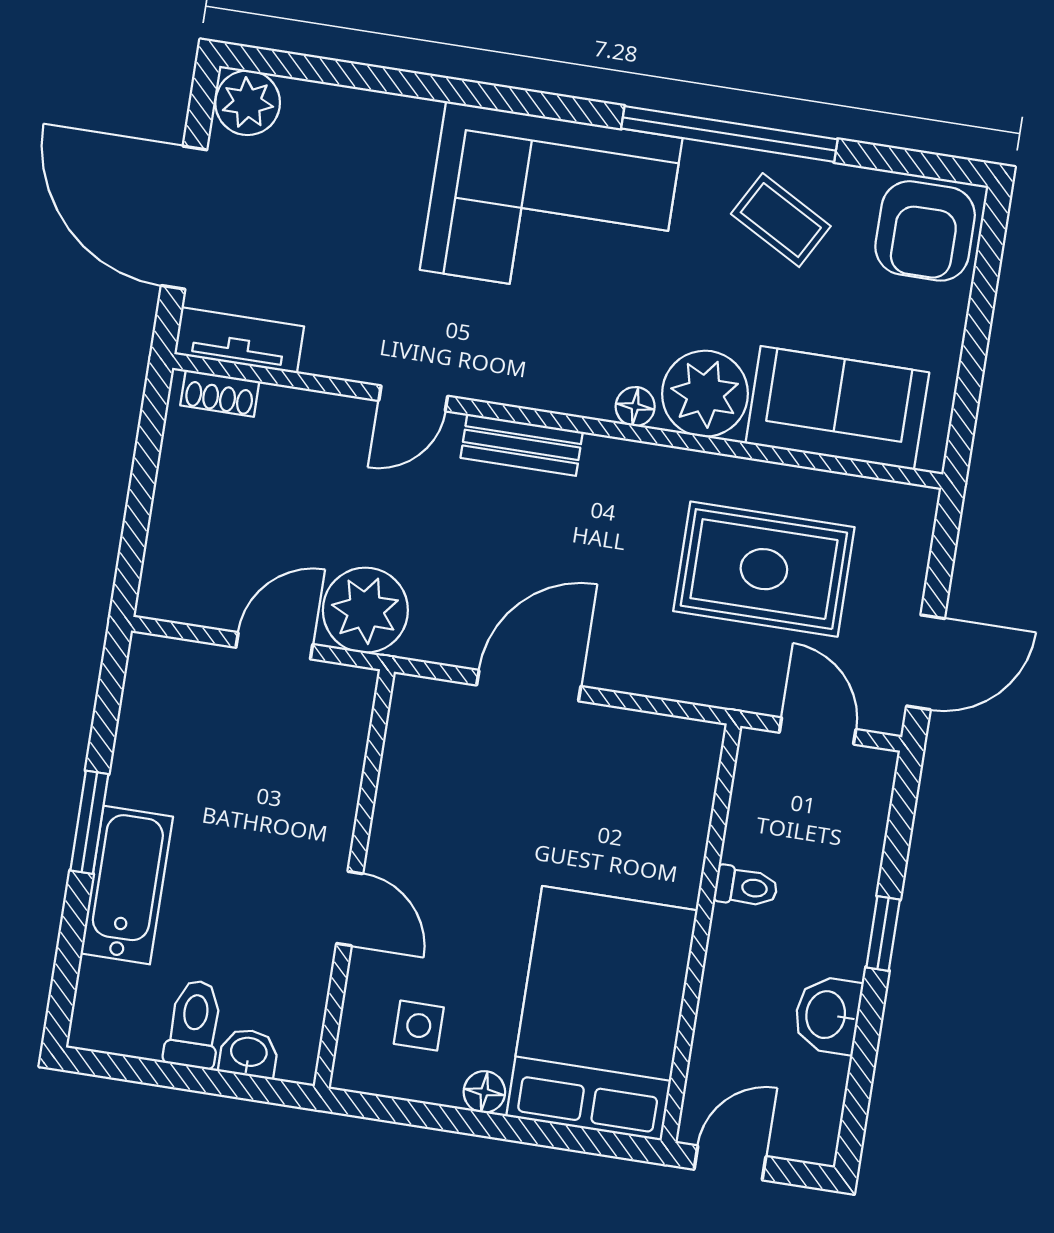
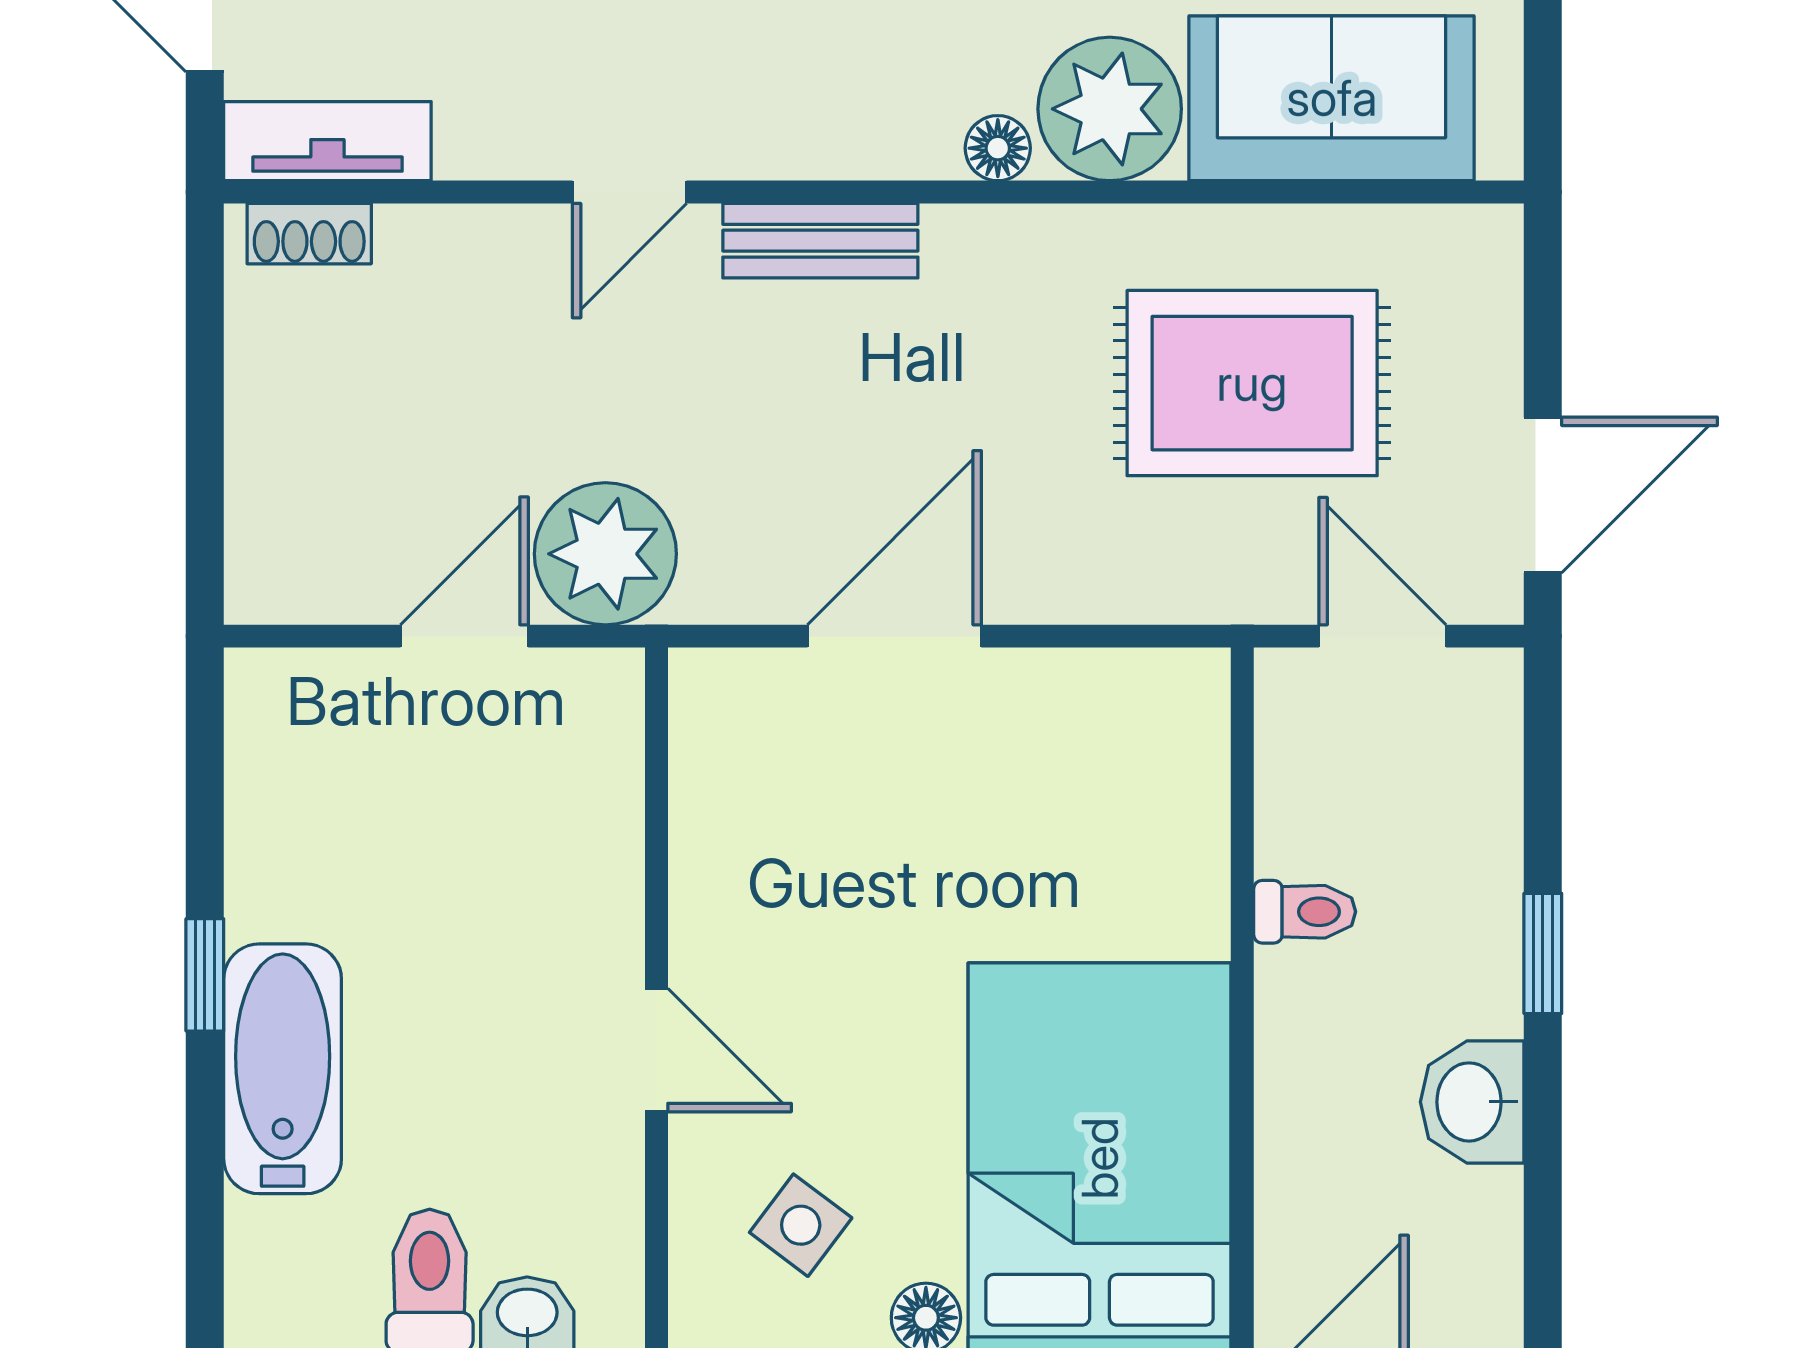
window: (89, 822) -> (205, 975), width x0.67
side table: (419, 1026) -> (801, 1225), turned 37

